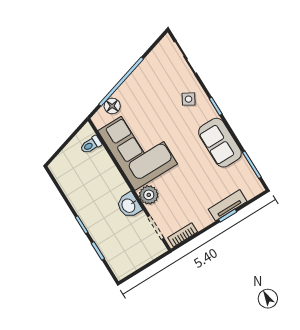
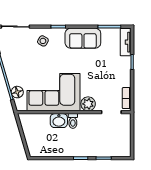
toilet: (91, 145) -> (73, 121), moved
washbasin: (129, 205) -> (59, 121), moved
tv unit: (228, 205) -> (126, 42), moved

